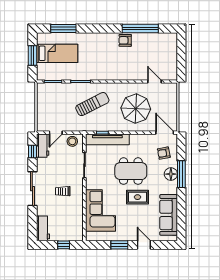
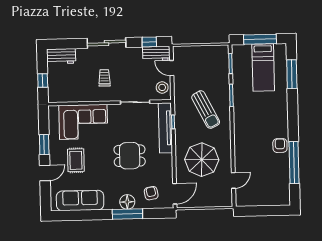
window: (32, 55) -> (260, 39), width x1.44
dining table: (131, 171) -> (130, 156), width x0.73
rug: (137, 197) -> (76, 160), moved

